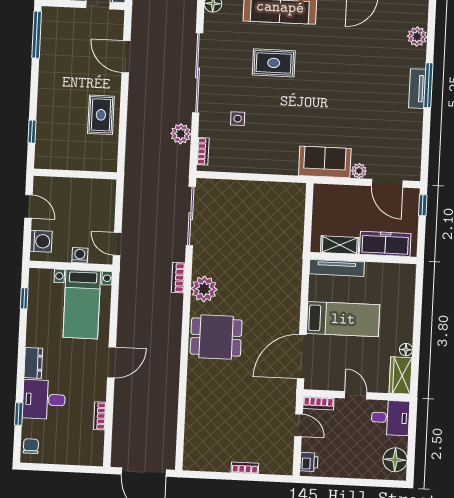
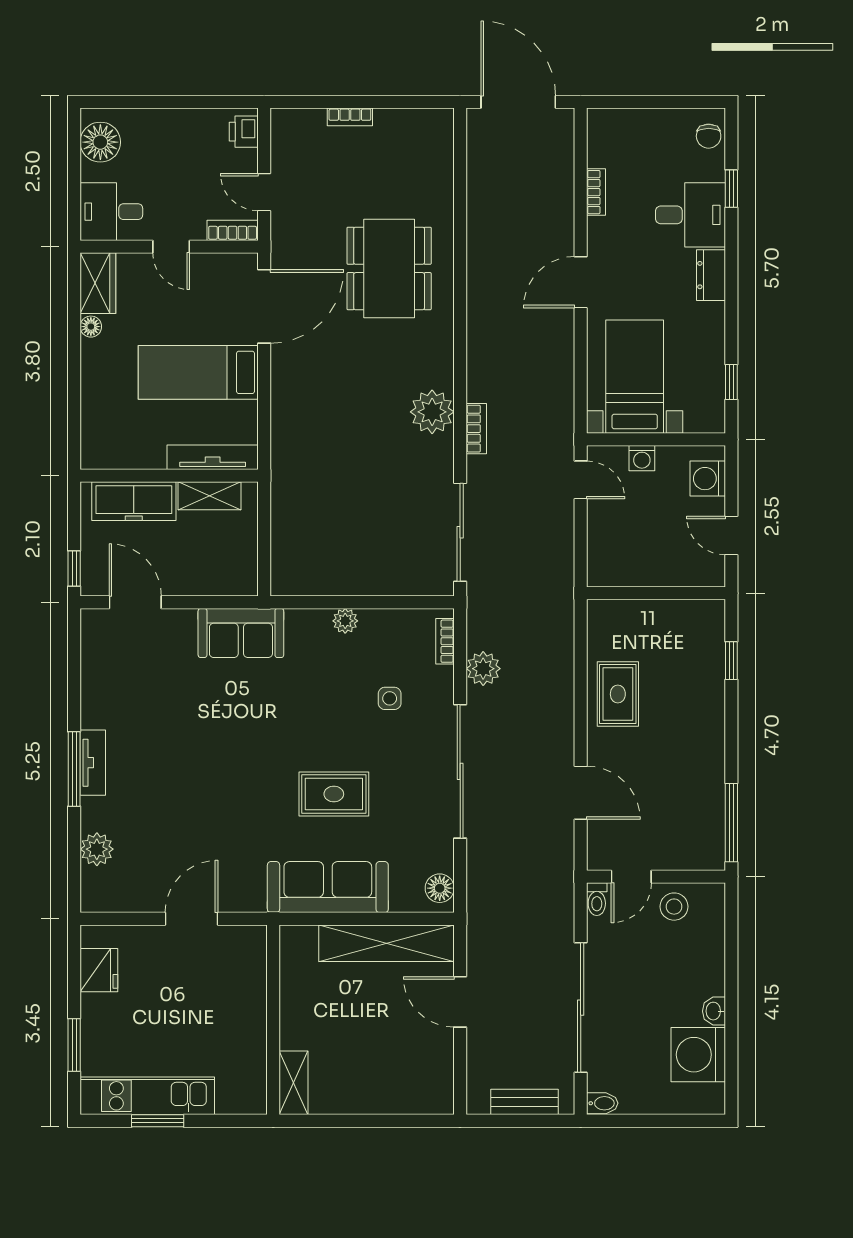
plant: (359, 171) -> (345, 621), moved
dining table: (216, 337) -> (389, 268), moved, width x1.38

